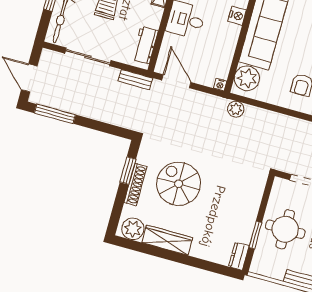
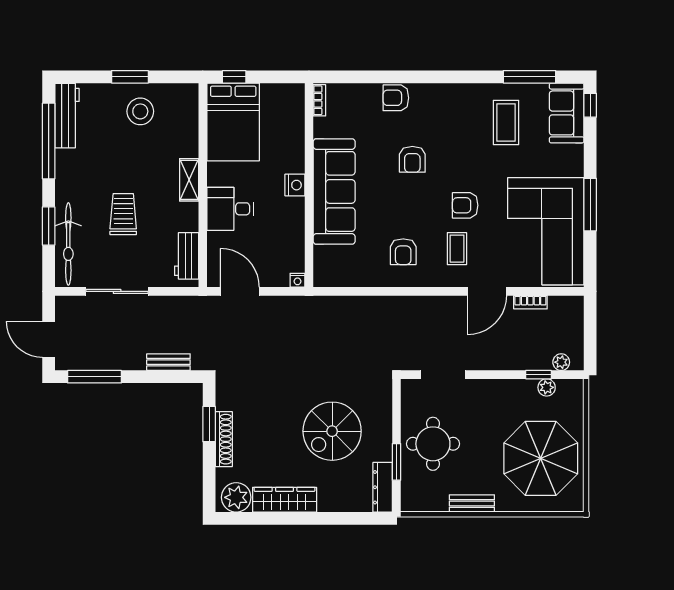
plant: (247, 78) -> (330, 263), removed
bench: (135, 80) -> (168, 362), moved
plant: (236, 109) -> (326, 306), removed
spiral stairs: (179, 184) -> (332, 431), moved, turned -90
dresser: (239, 256) -> (383, 487), width x1.44

